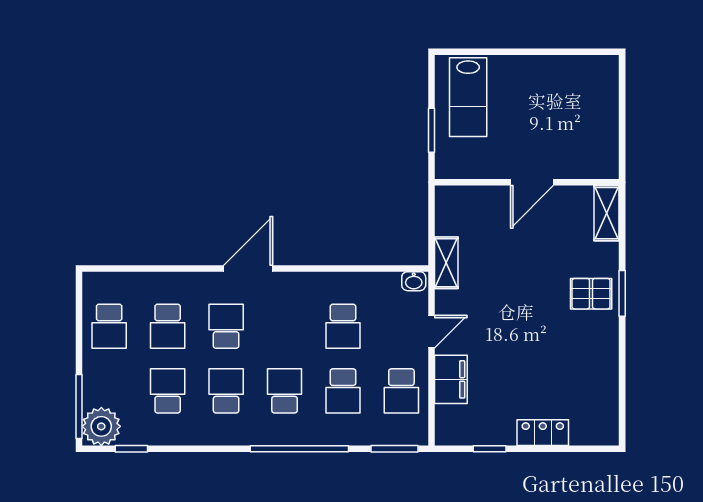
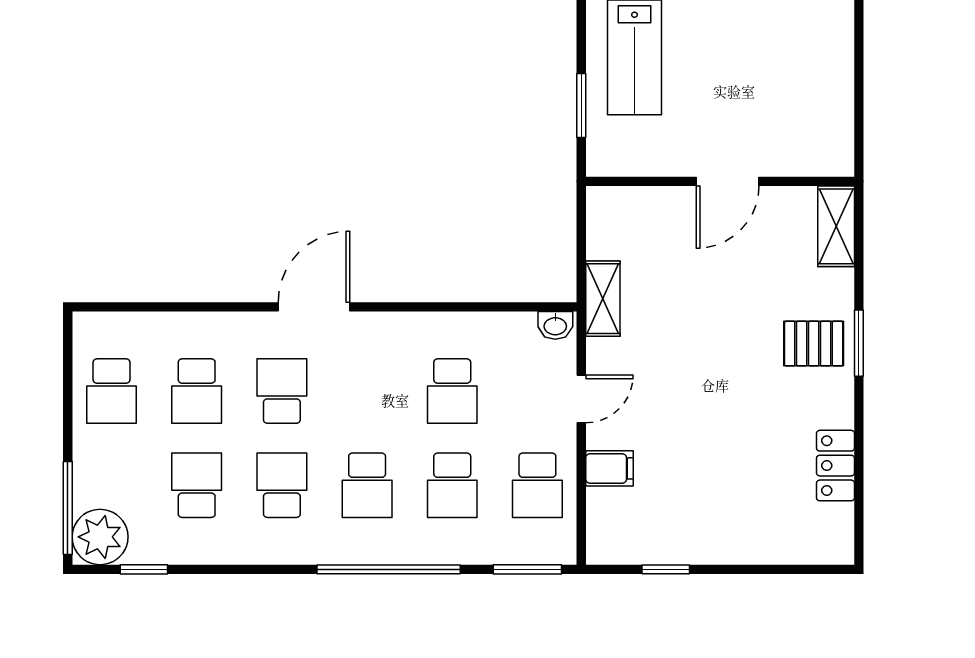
filing cabinet: (451, 379) -> (609, 468), width x0.50
school desk: (285, 391) -> (367, 485), turned 180
locker: (543, 433) -> (835, 466), moved, turned -90

